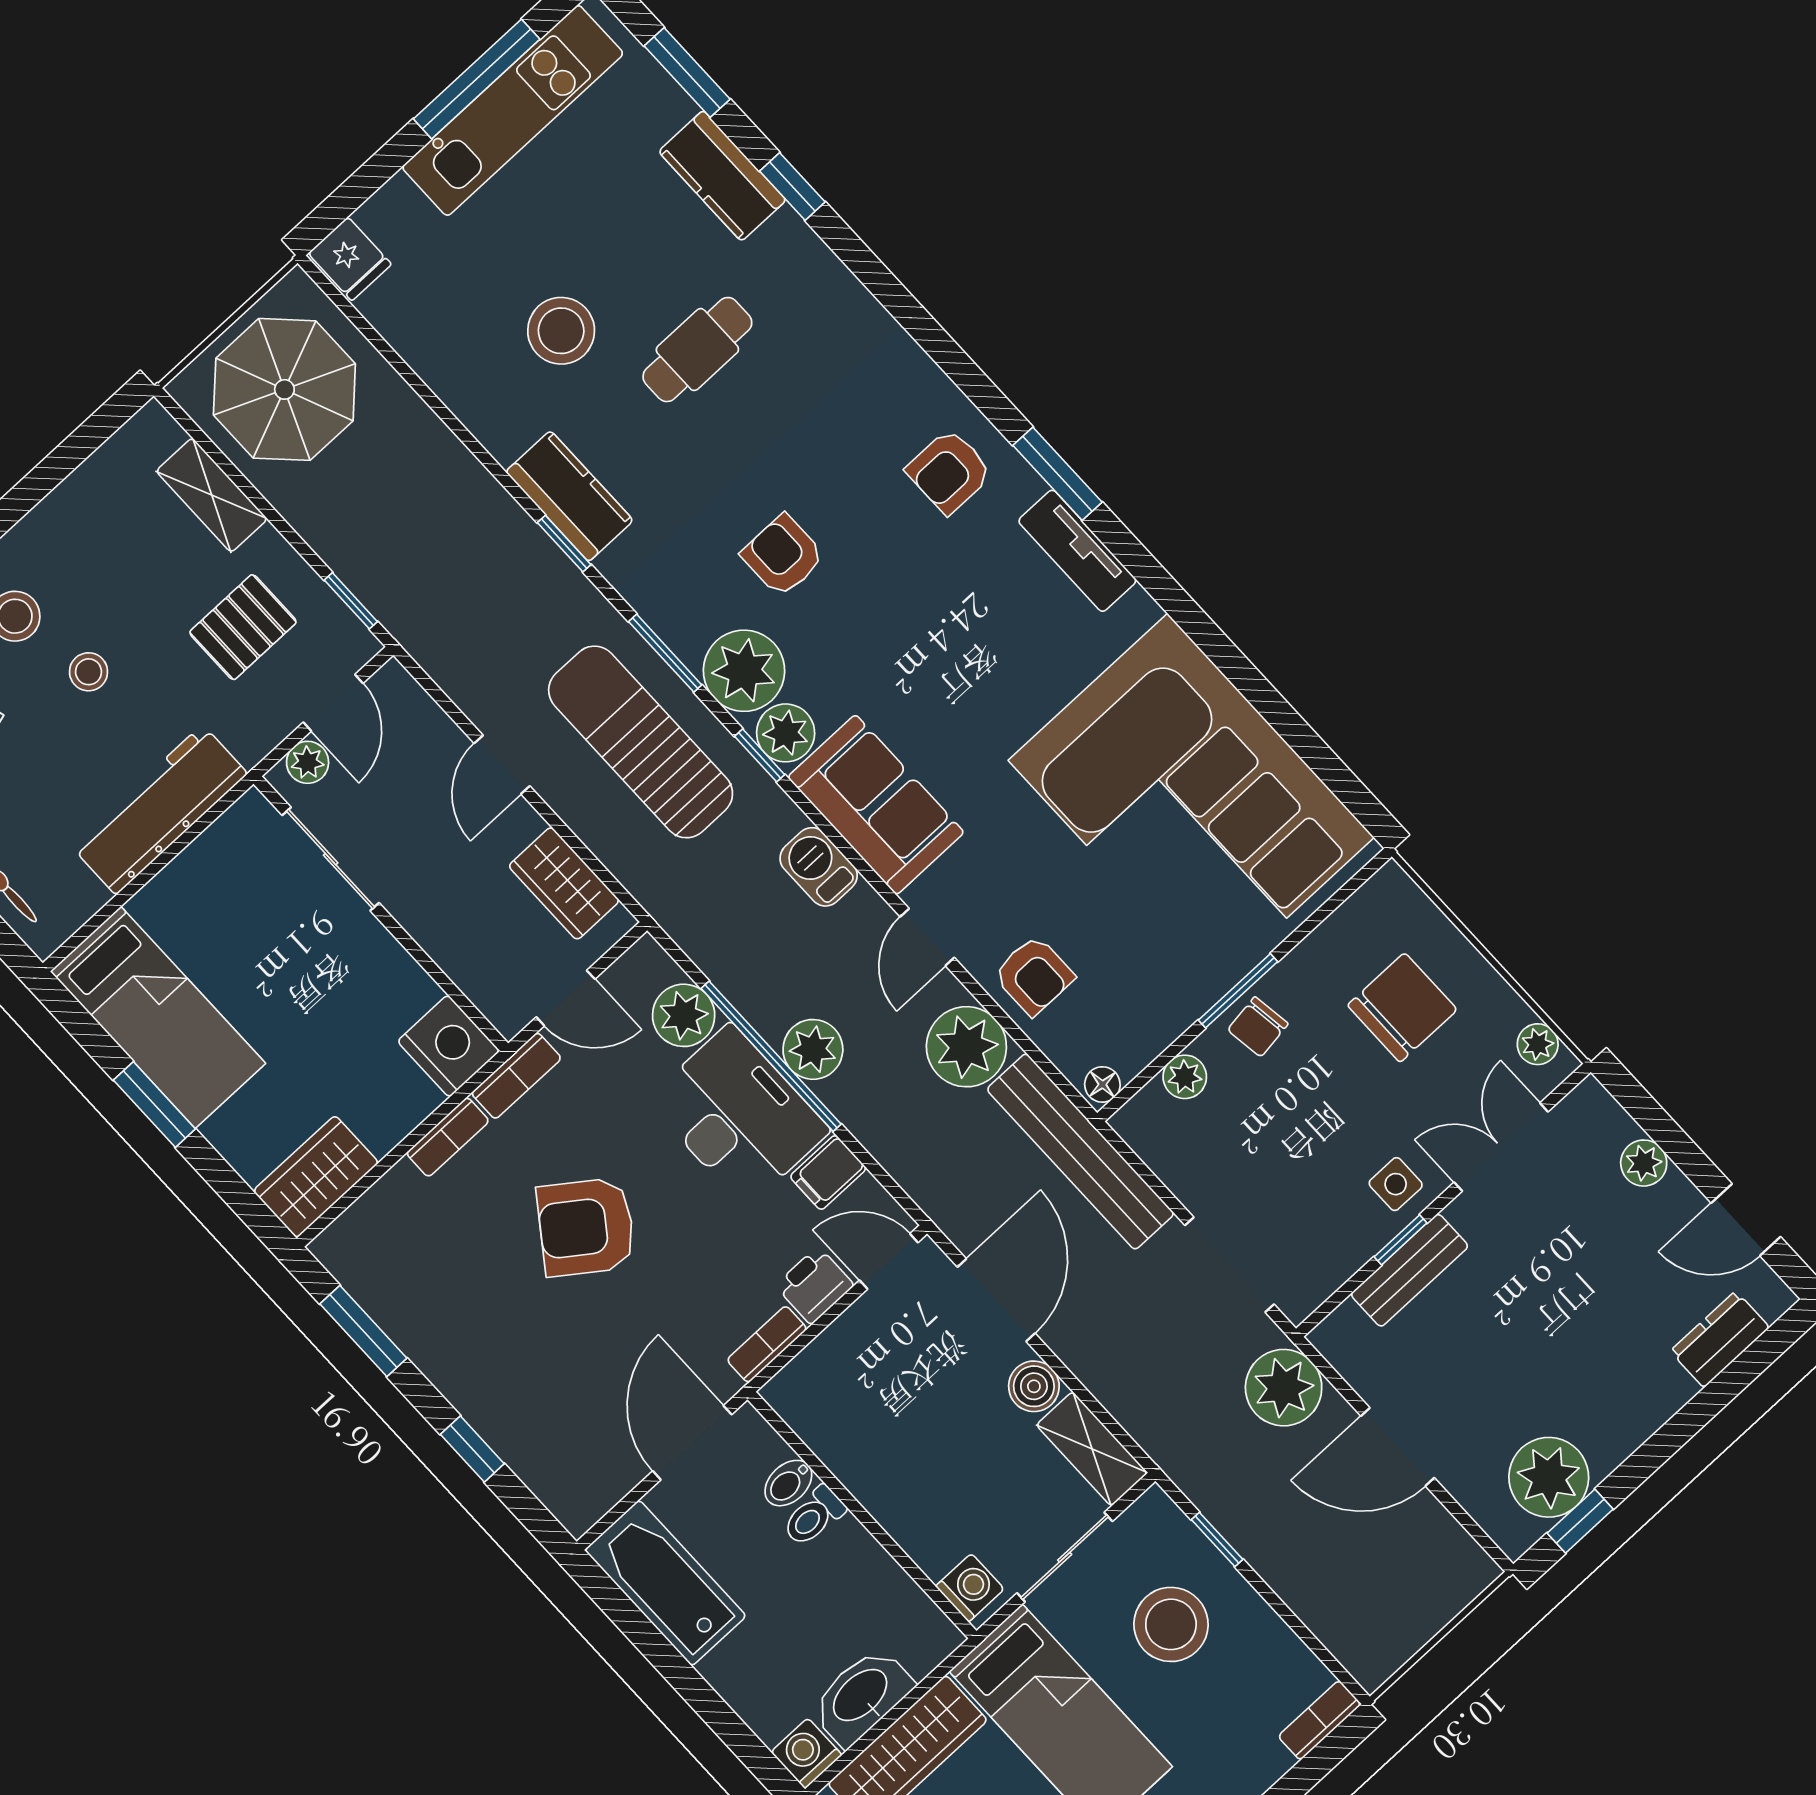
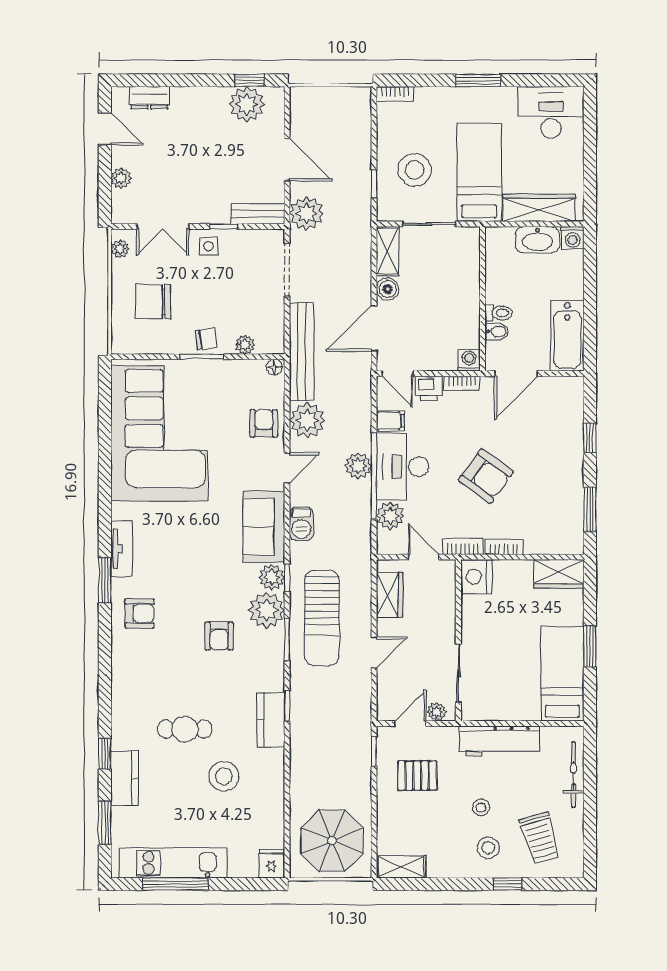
shelving: (212, 495) -> (401, 867), moved, turned 90
bench: (1409, 1270) -> (258, 214), moved
washing machine: (970, 1588) -> (469, 360), moved, turned 90

